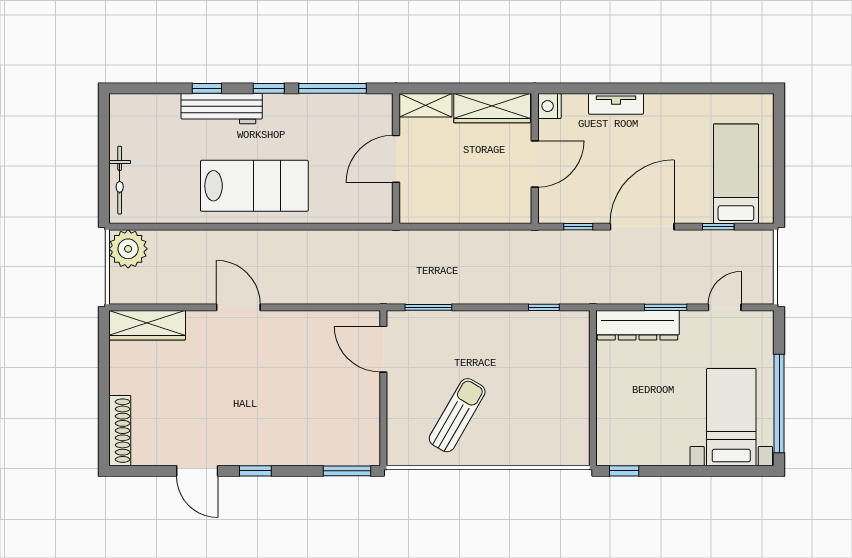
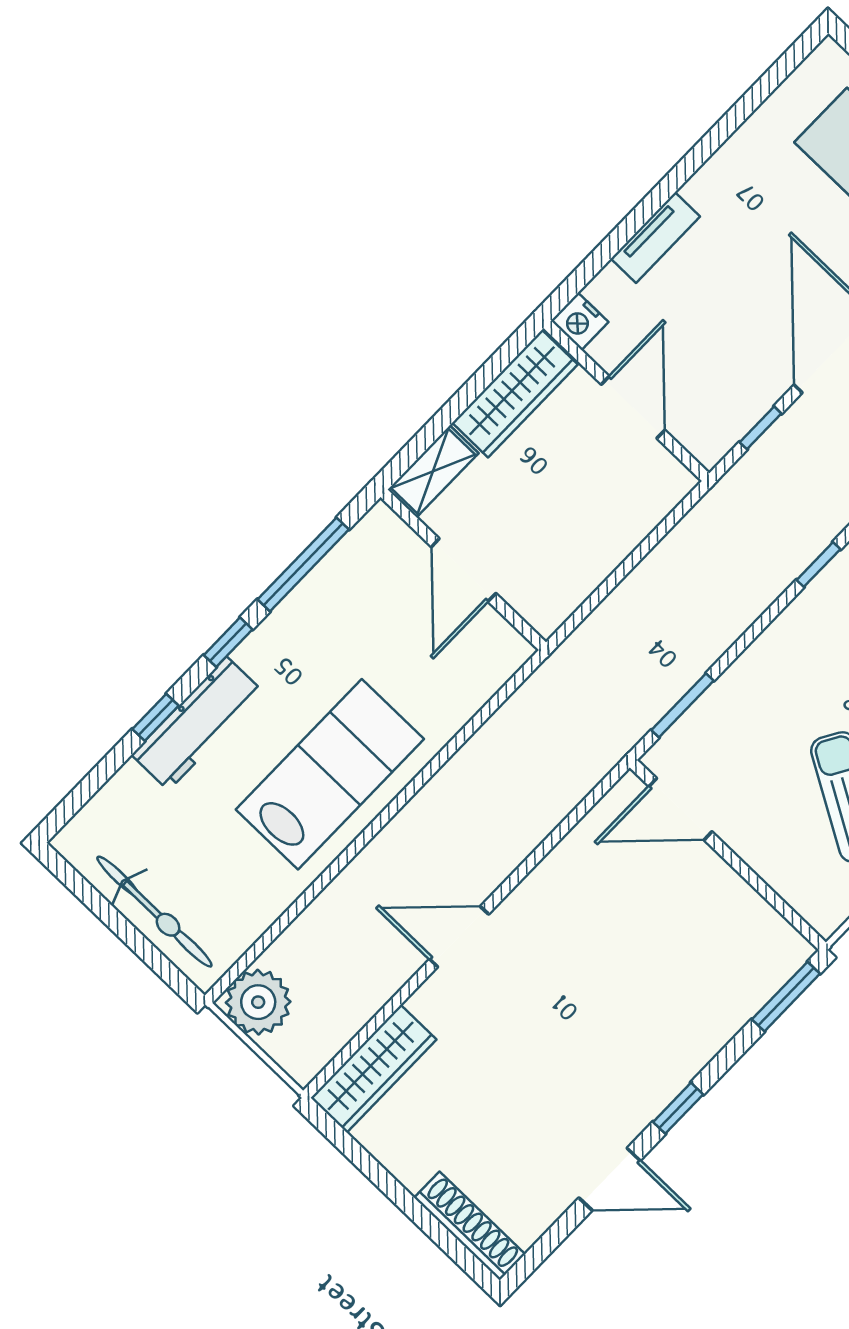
bicycle: (120, 180) -> (154, 912), width x1.37, depth x1.40

